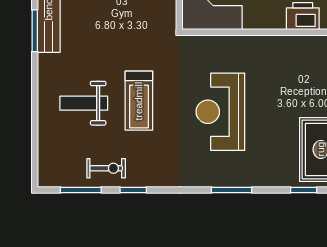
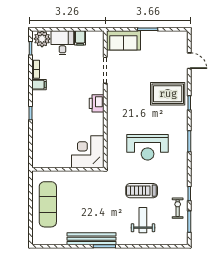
treadmill: (139, 101) -> (142, 191), turned 180
weight bench: (84, 103) -> (143, 220), turned 180

